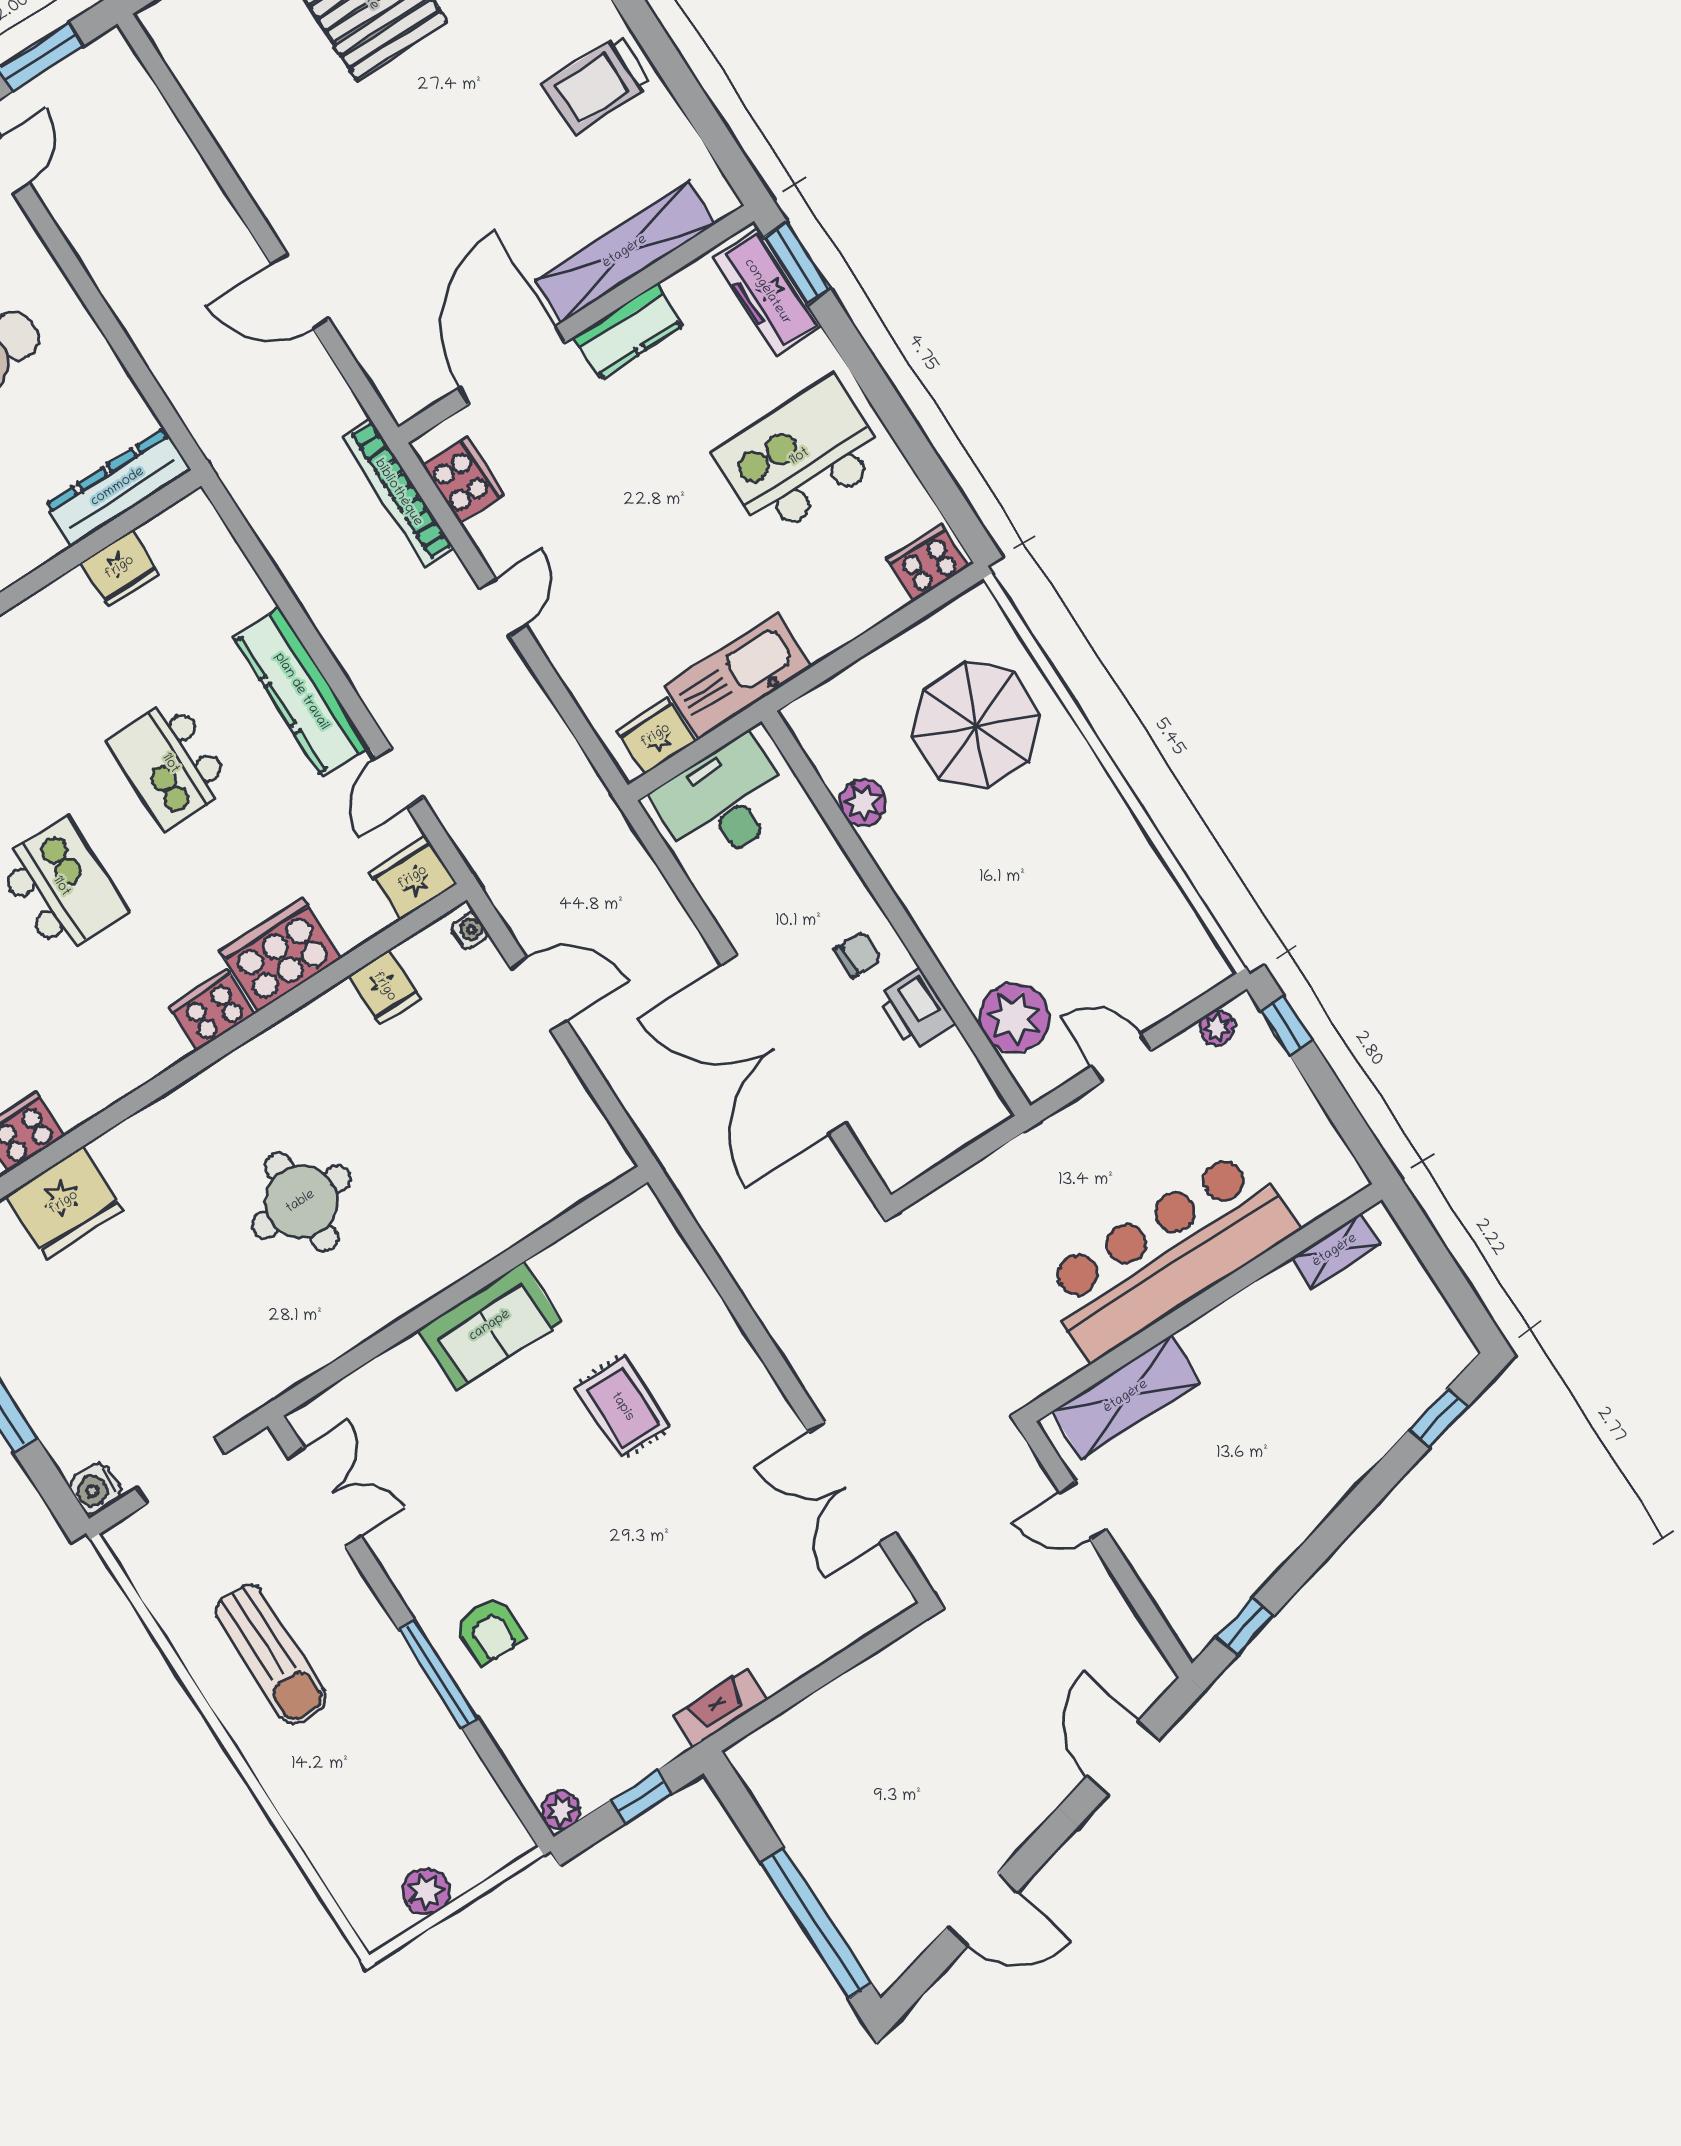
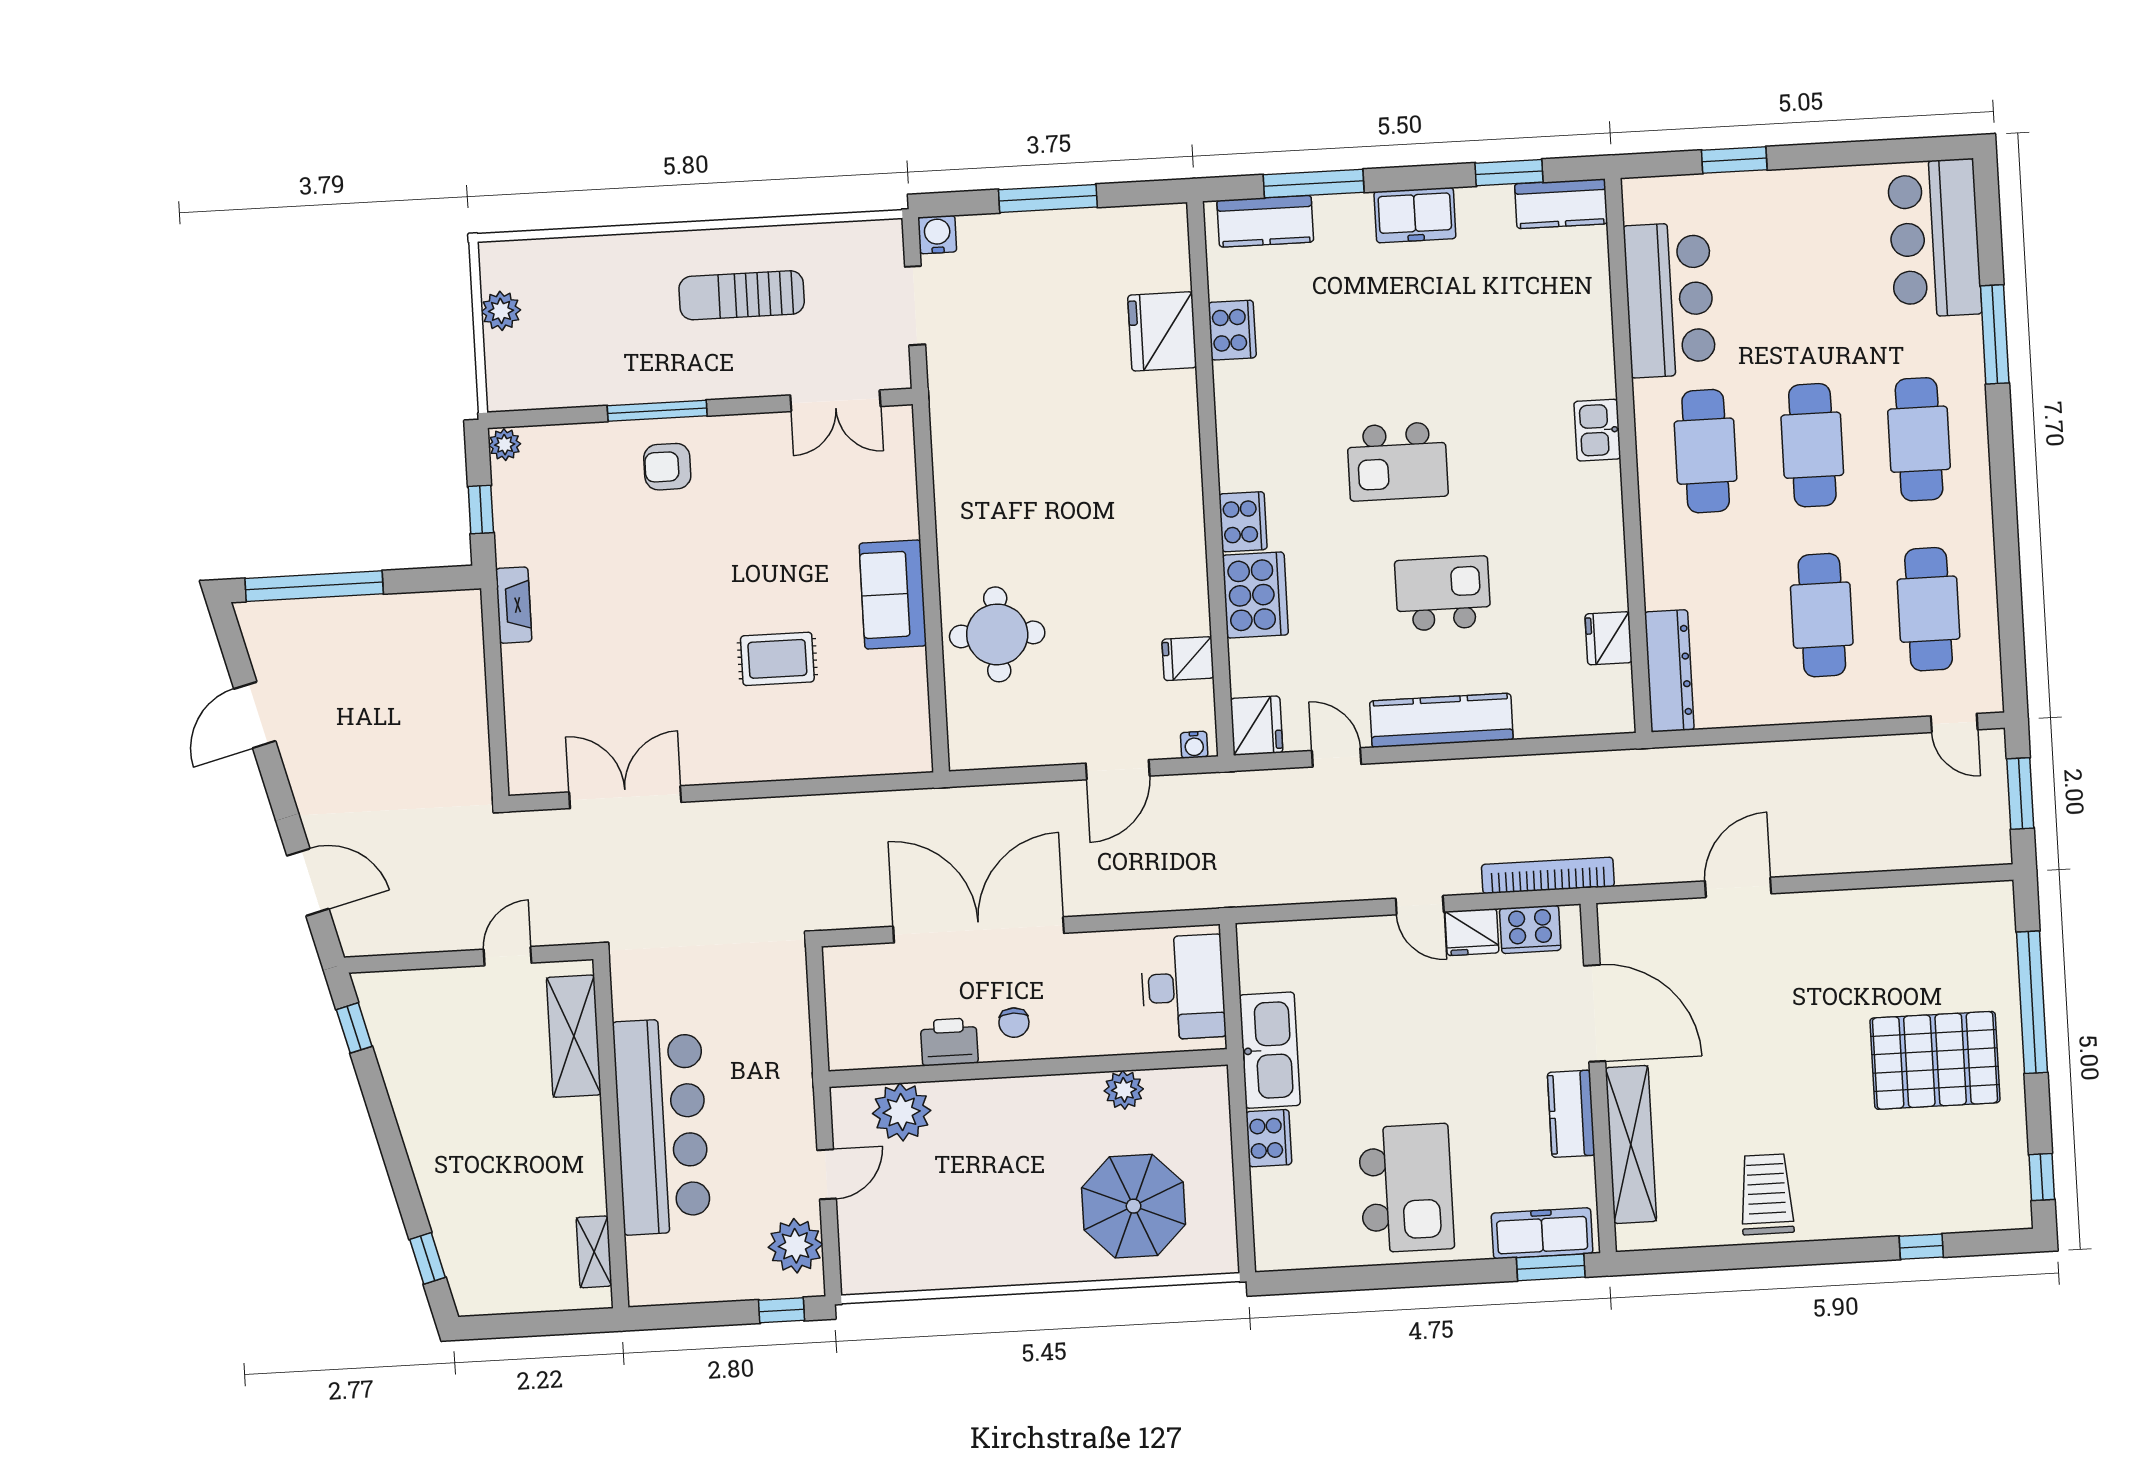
cooker: (928, 563) -> (1269, 1138), moved
fridge: (656, 736) -> (1472, 932), moved, turned 90
plant: (1217, 1028) -> (796, 1246), width x1.88, depth x1.88
round table: (301, 1202) -> (997, 634), moved

